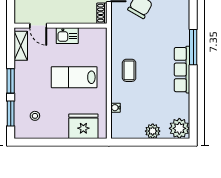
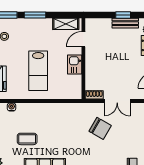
coffee table: (129, 70) -> (27, 139), moved
lab bench: (74, 77) -> (38, 71), turned 180

